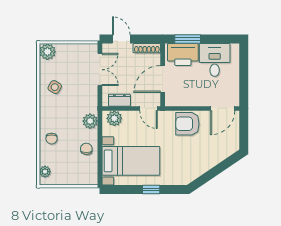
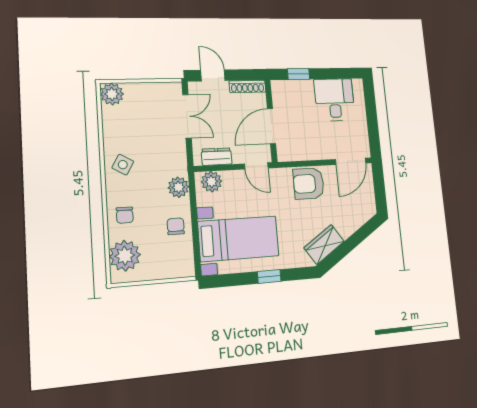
window: (188, 39) -> (299, 74), width x0.67
printer: (183, 54) -> (294, 94), removed
side table: (55, 87) -> (123, 165), moved
wardrobe: (195, 170) -> (324, 245), added
plant: (45, 172) -> (125, 256), width x1.87, depth x1.87

